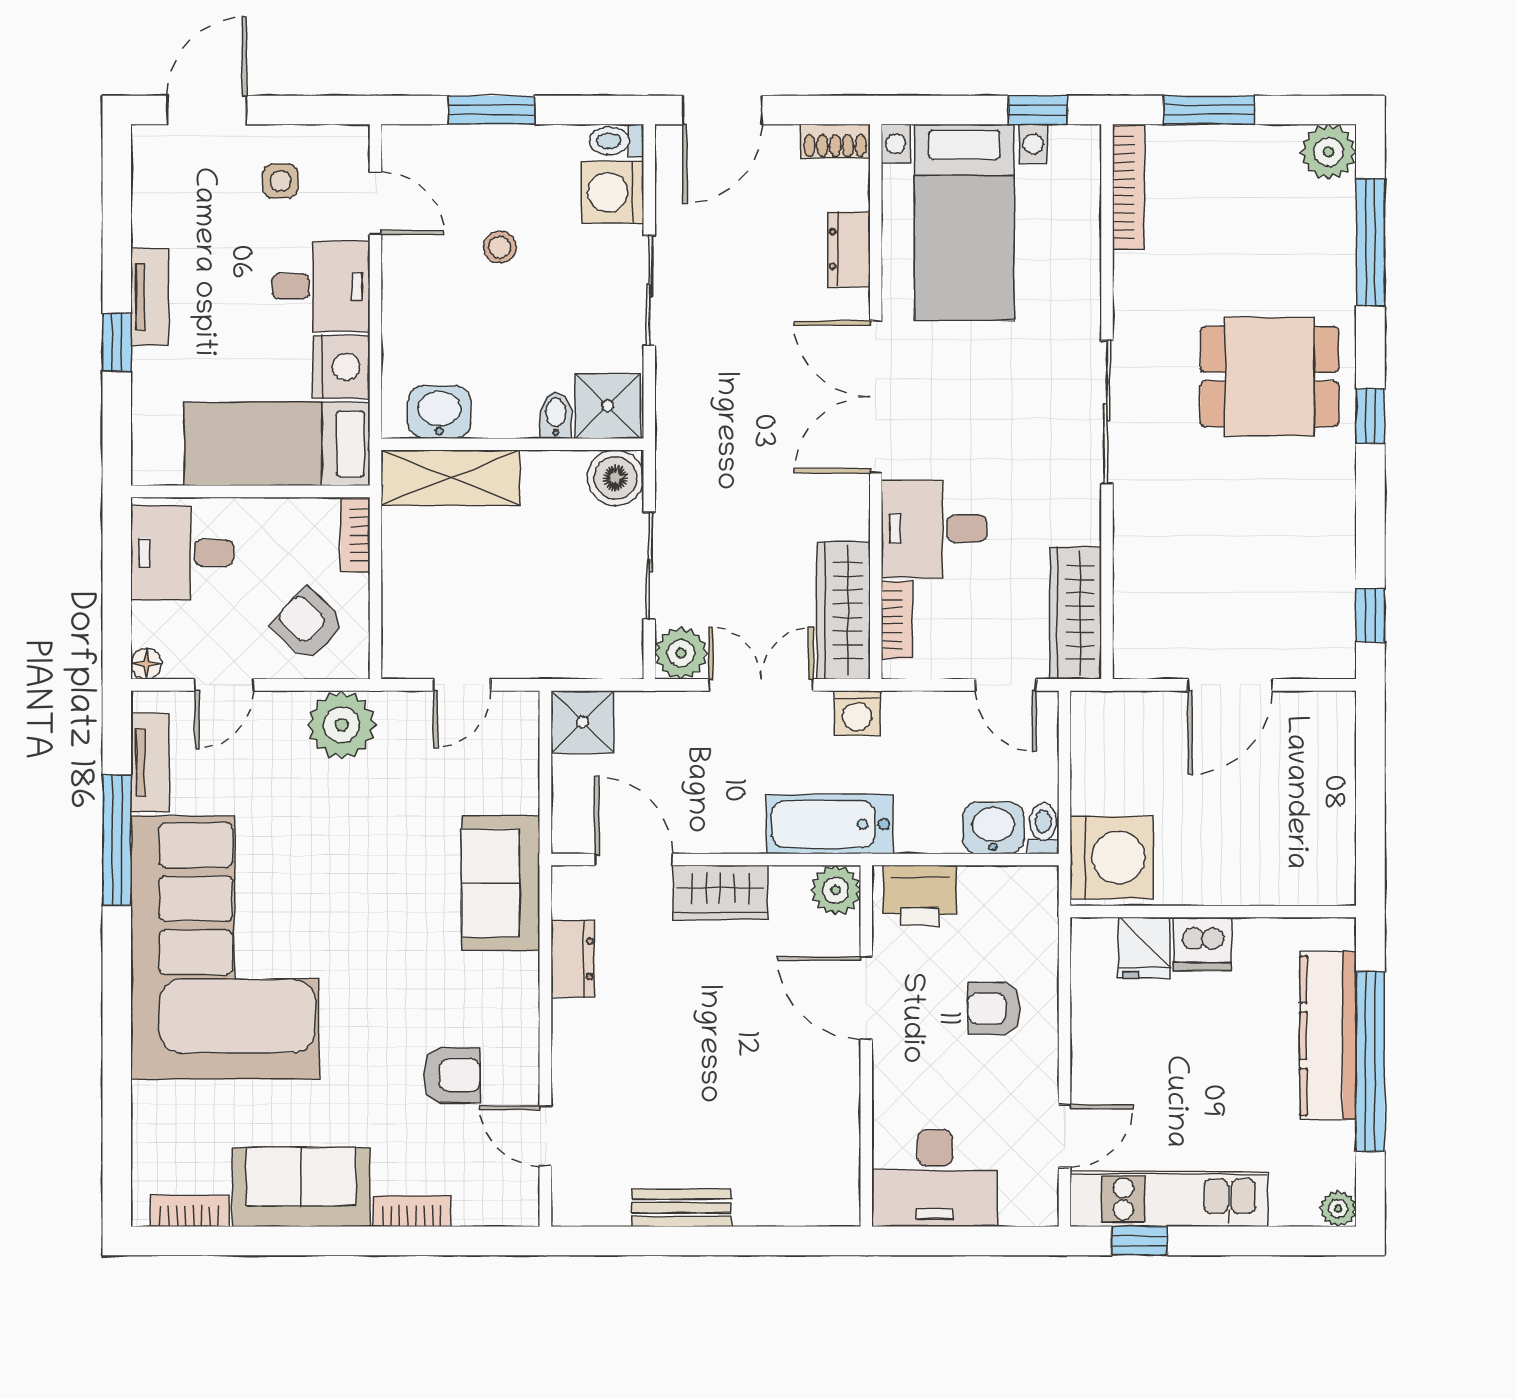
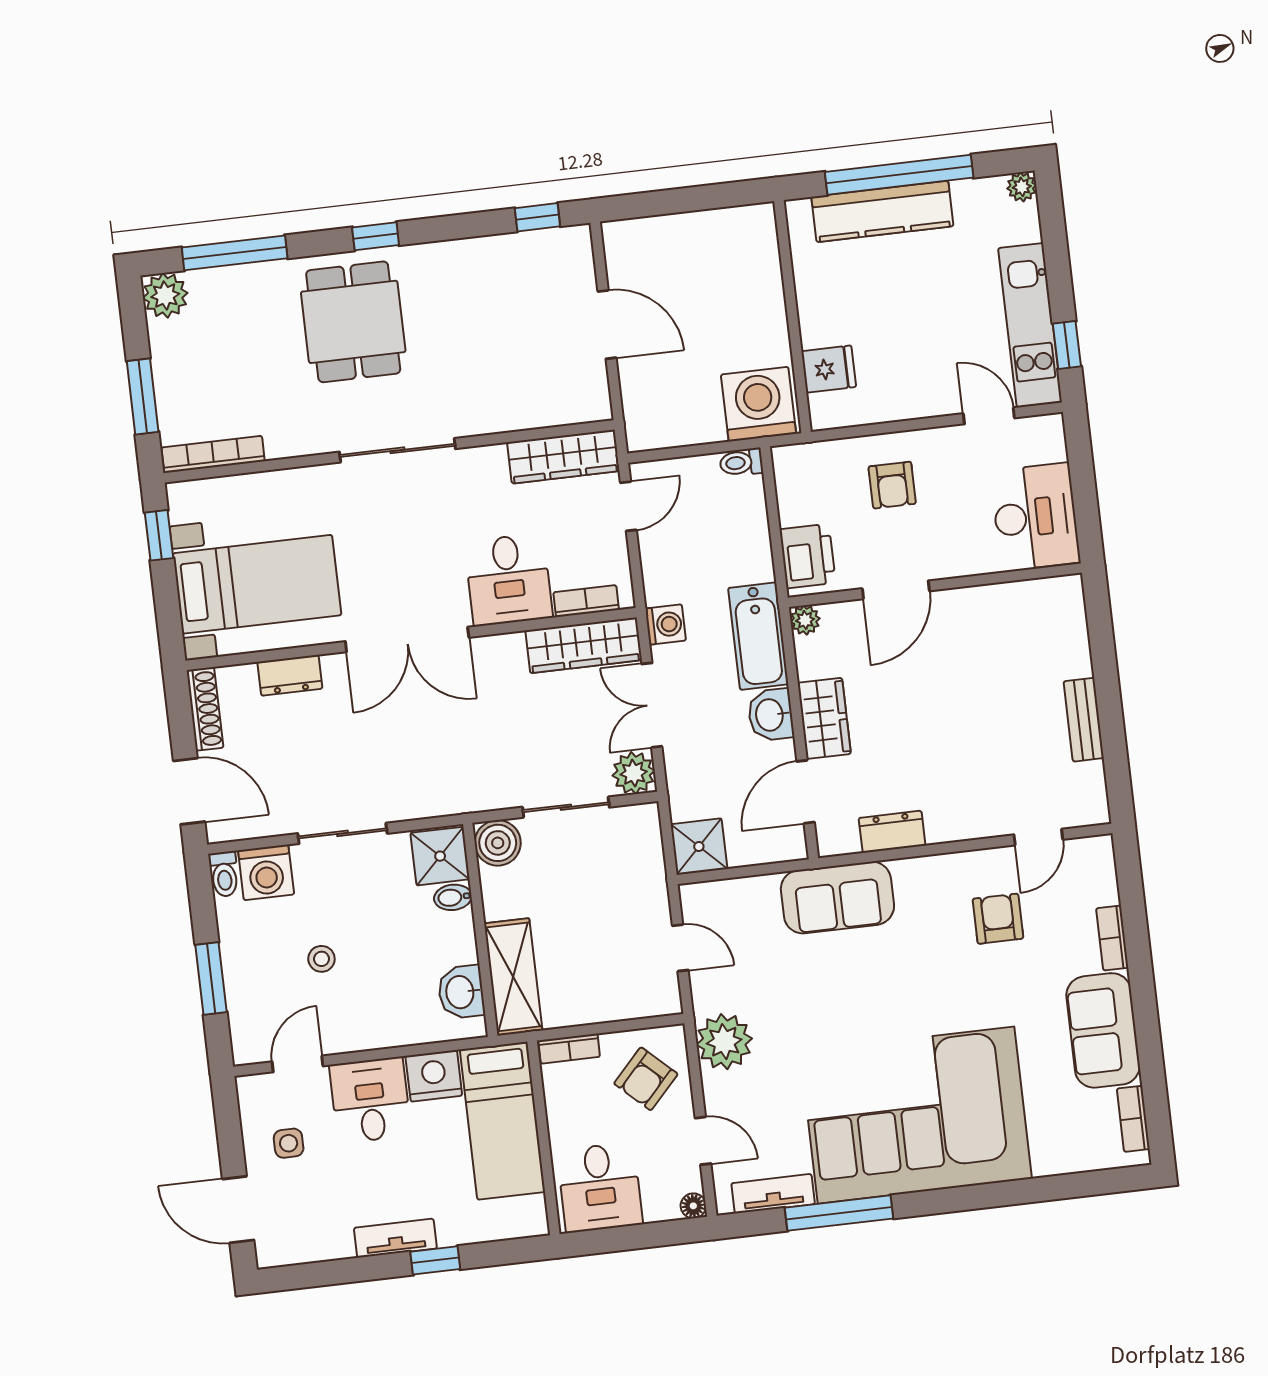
shoe rack: (835, 141) -> (205, 709), width x1.43
washbasin: (993, 828) -> (771, 715), moved
plant: (836, 890) -> (805, 620), width x0.73, depth x0.73
dishwasher: (1203, 944) -> (820, 322), removed

